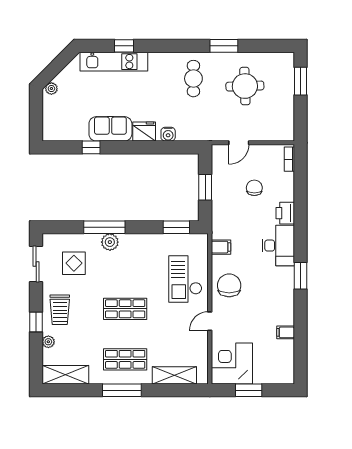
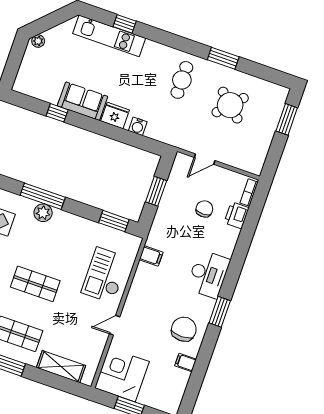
round table: (245, 86) -> (230, 105), turned 45
printer: (285, 213) -> (236, 215), moved
chair: (229, 285) -> (184, 329), moved

